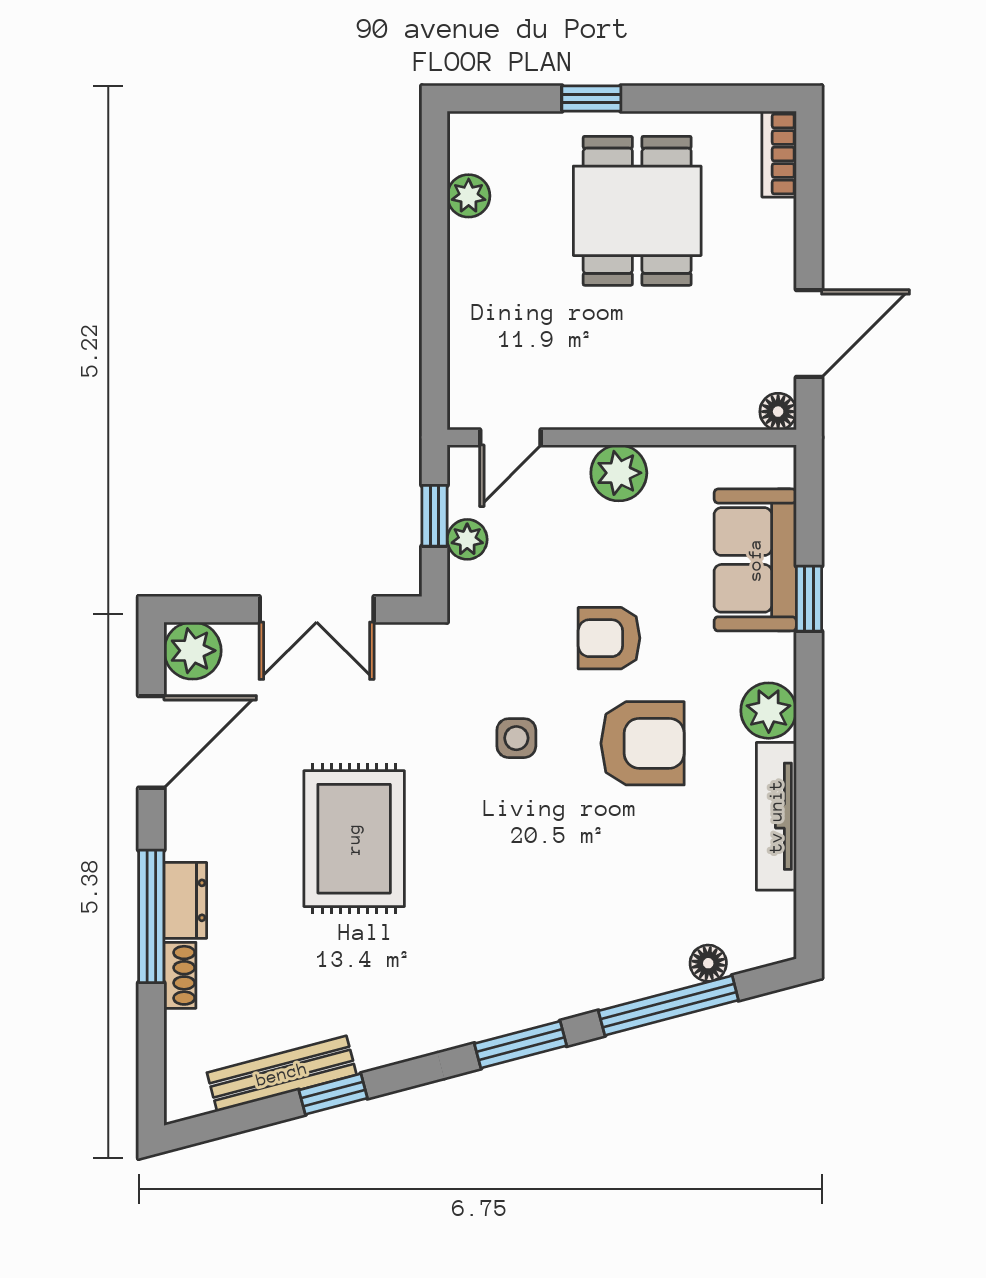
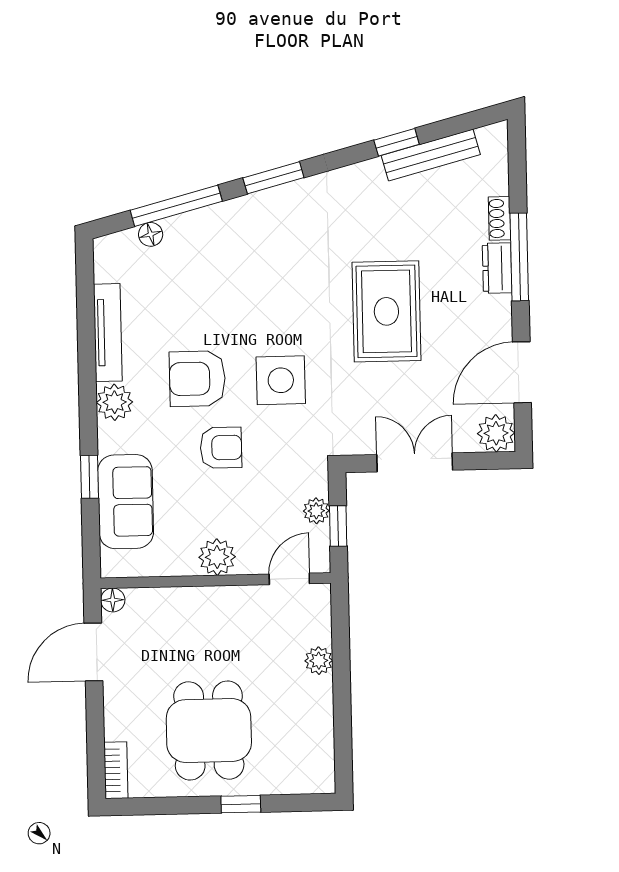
plant: (469, 196) -> (319, 661), moved
side table: (516, 738) -> (281, 380), width x1.87, depth x1.87

